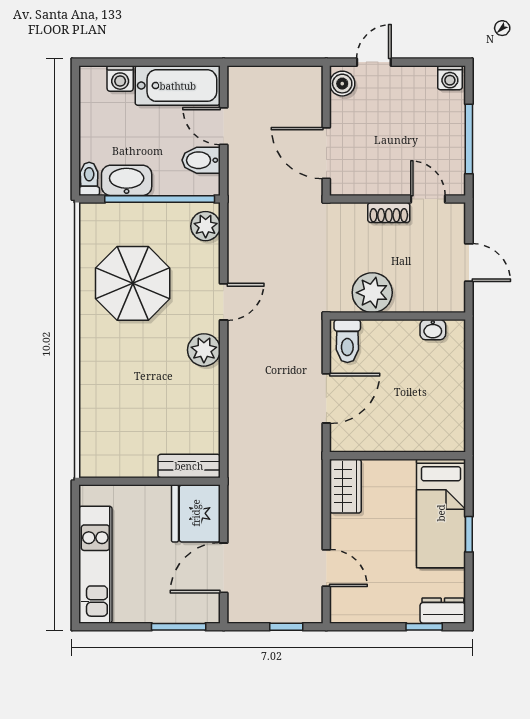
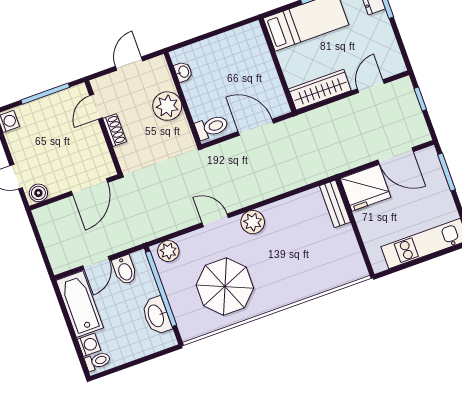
toilet: (89, 179) -> (98, 361), moved, turned 180
plant: (372, 293) -> (167, 106), moved
wardrobe: (345, 486) -> (320, 90), width x1.50

